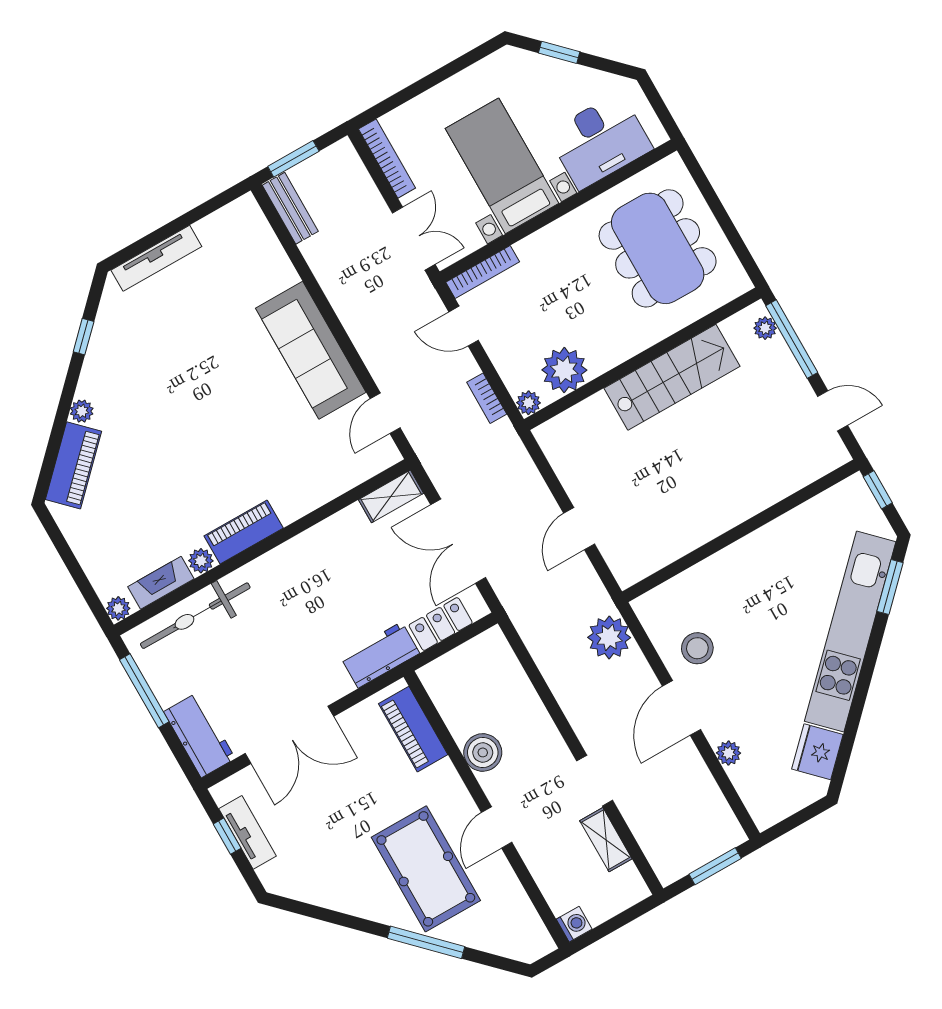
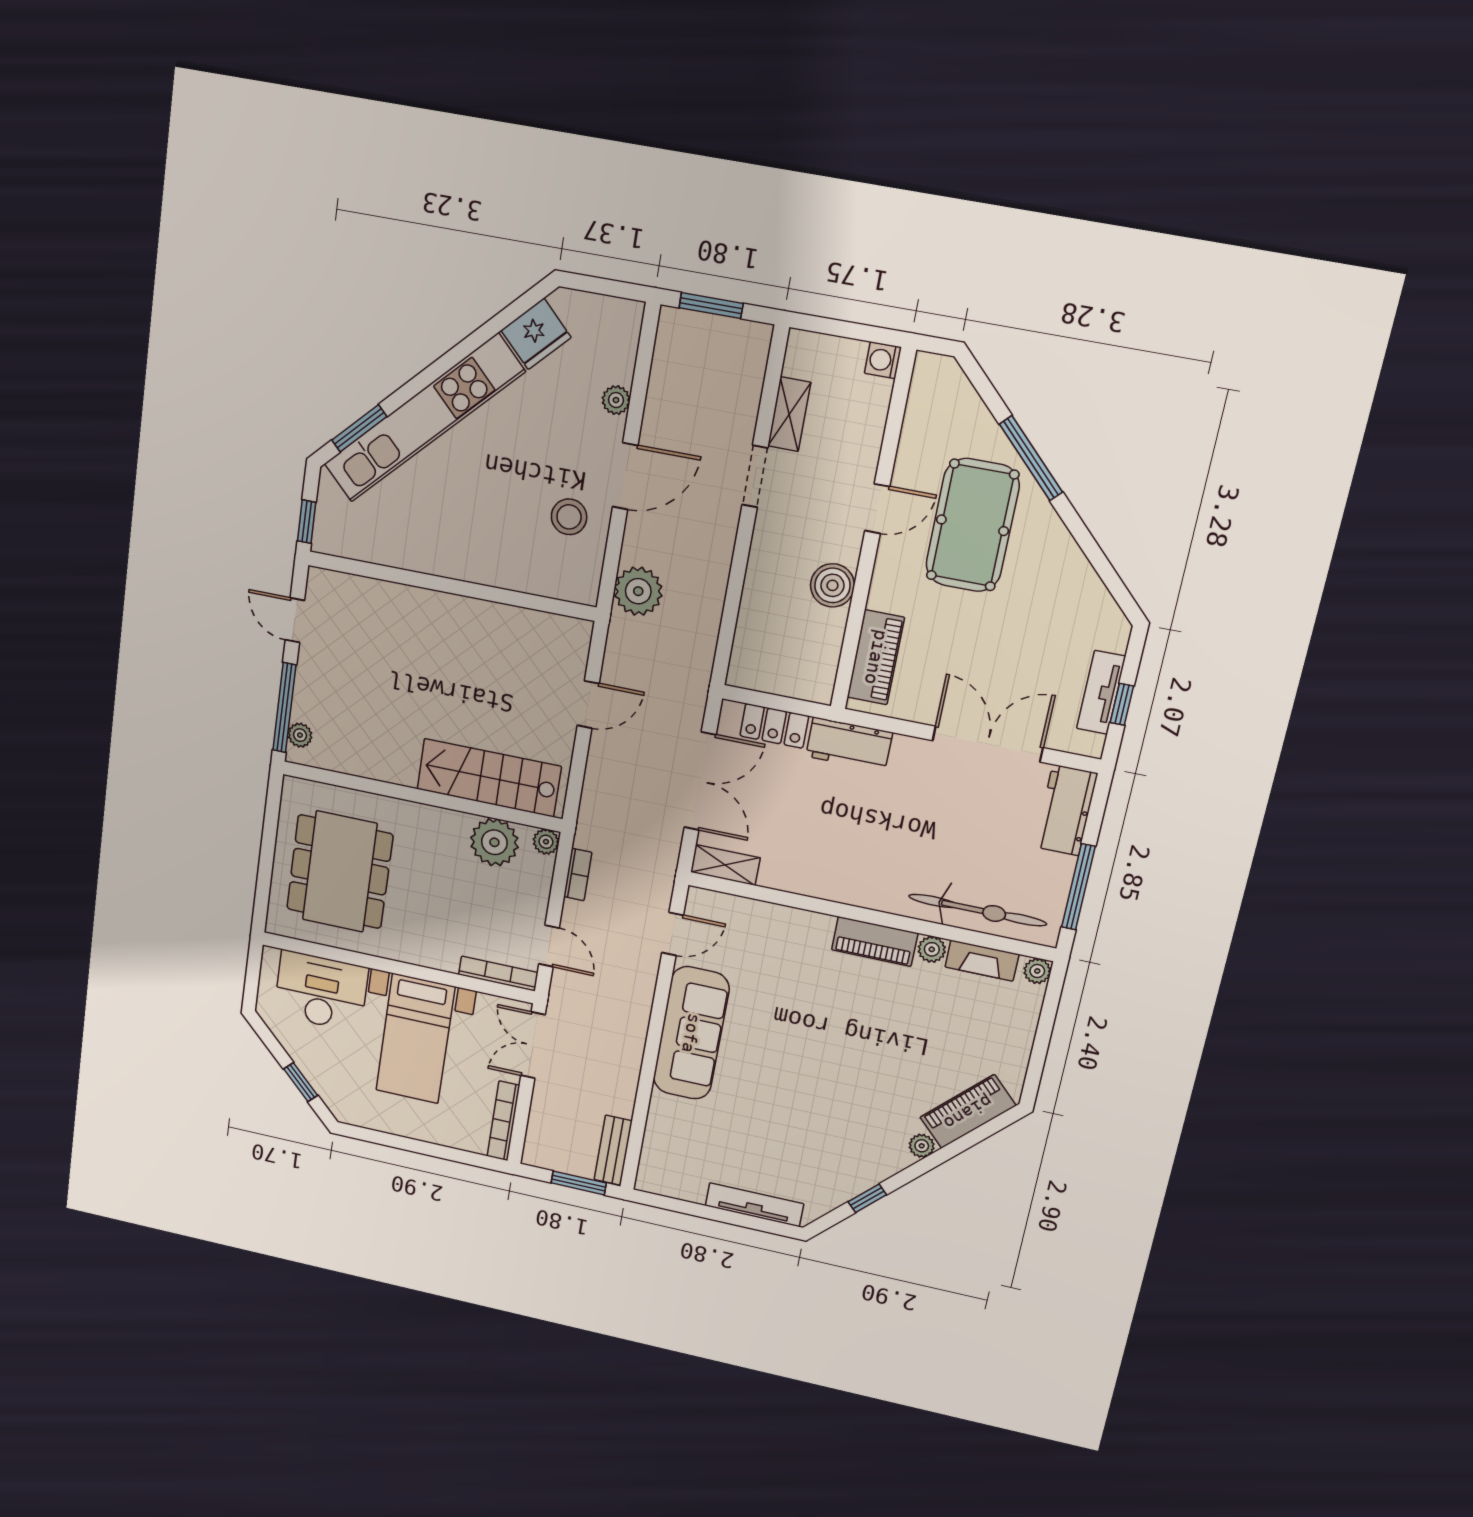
stairs: (672, 377) -> (489, 778), moved

